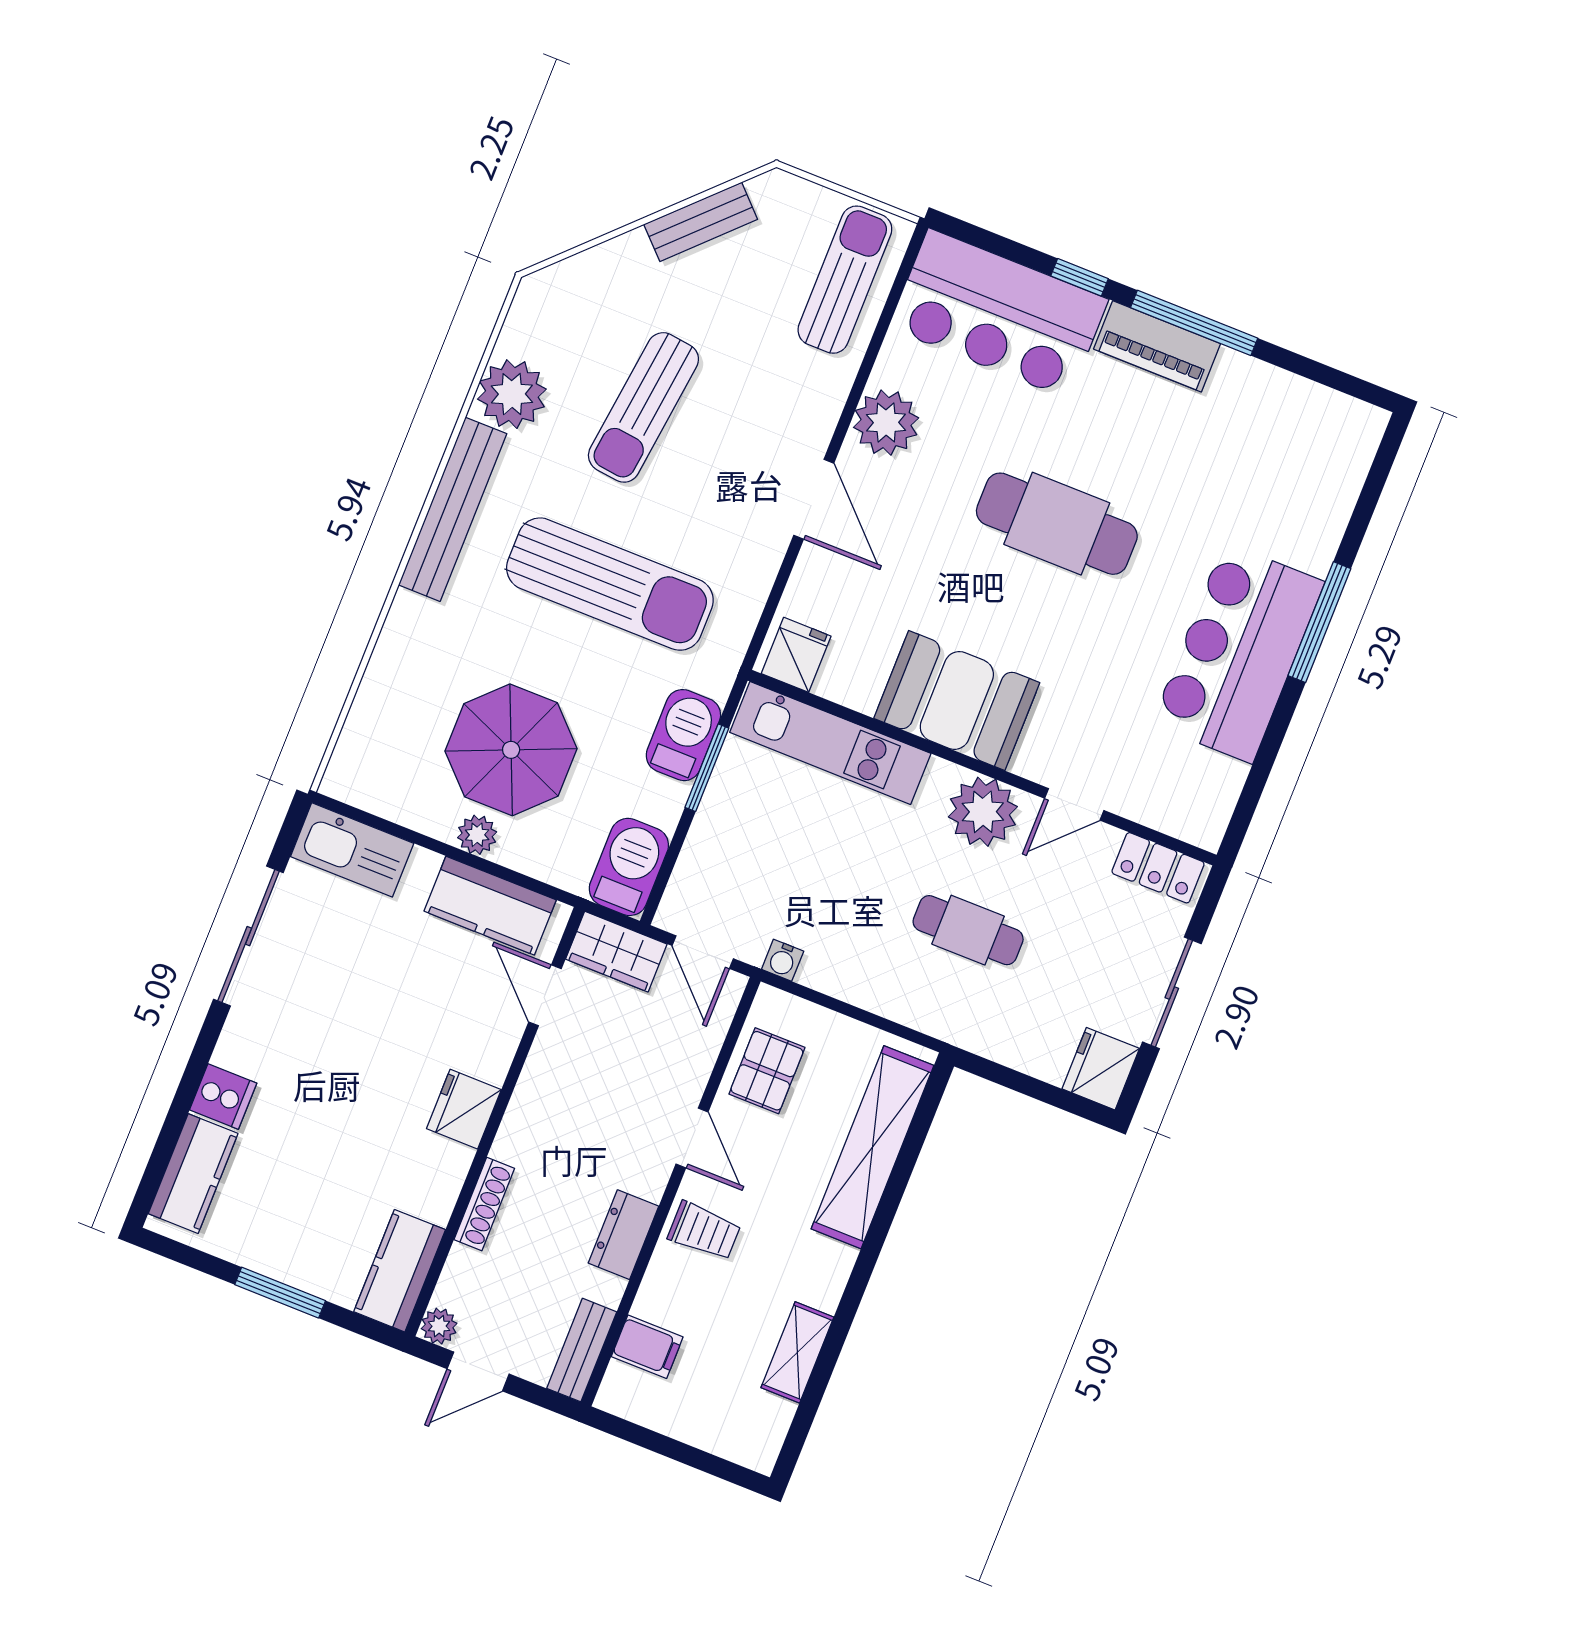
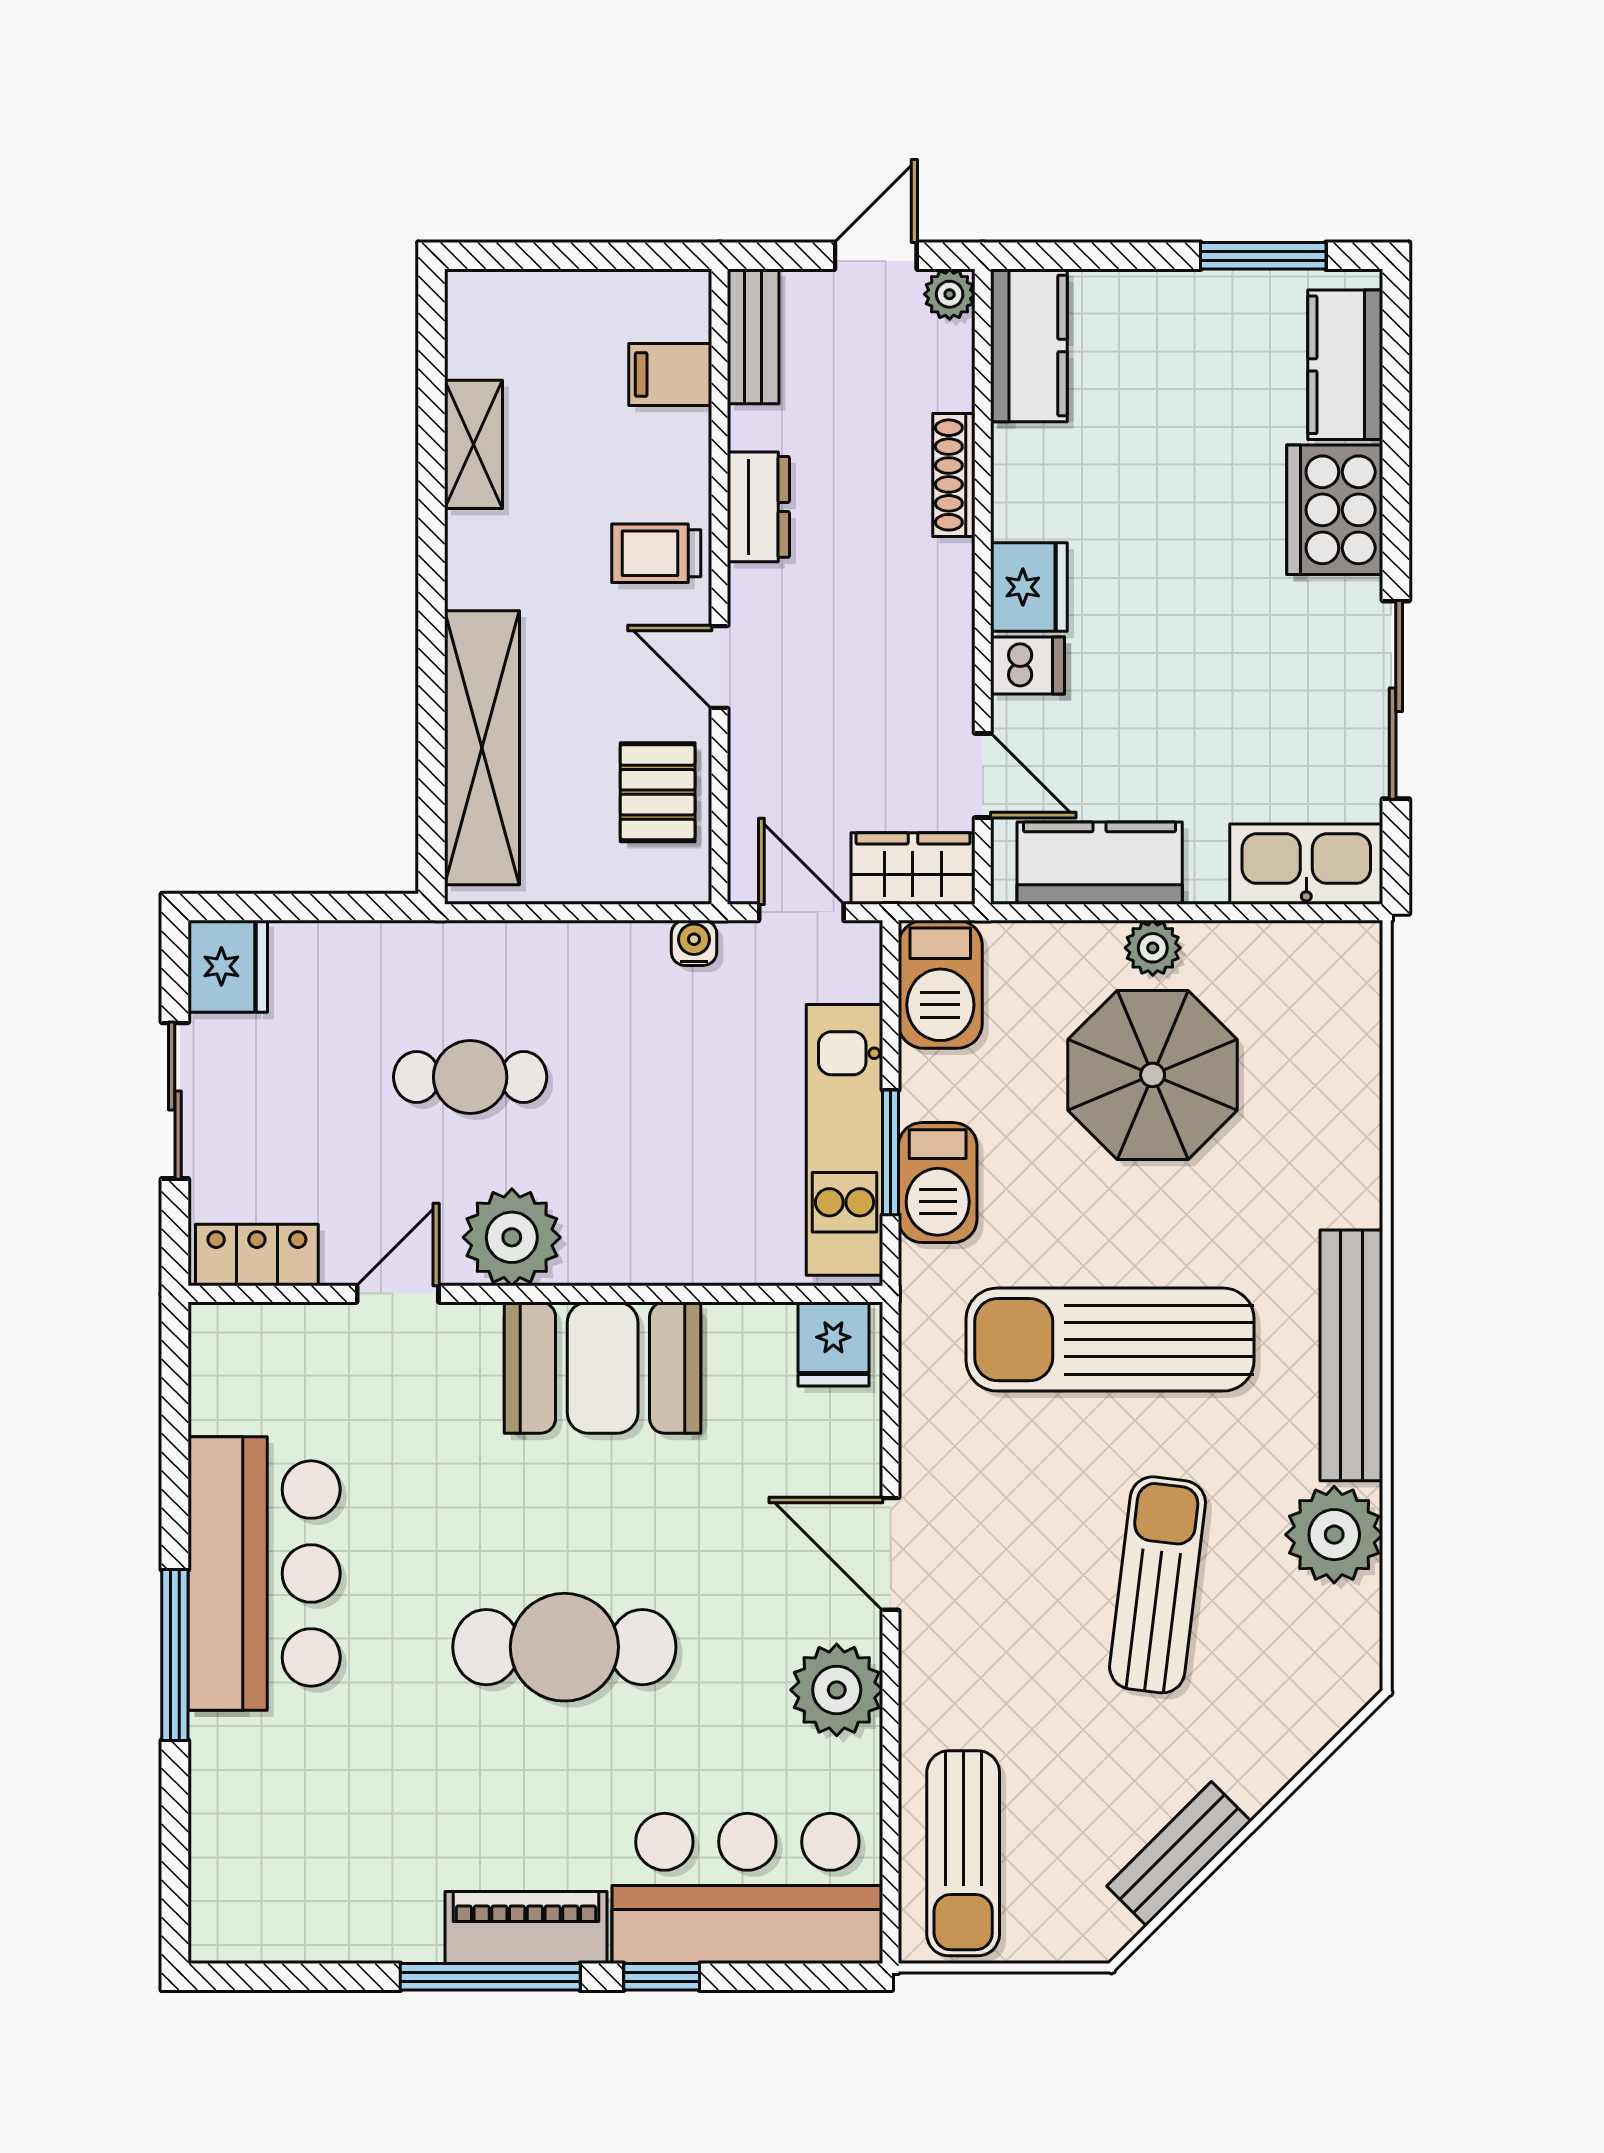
kitchen unit: (830, 743) -> (845, 1140), moved, turned -90
dishwasher: (486, 1057) -> (1028, 665), added
cooker: (223, 1097) -> (1335, 510), width x1.87, depth x1.31
window: (280, 1293) -> (1263, 256), moved

